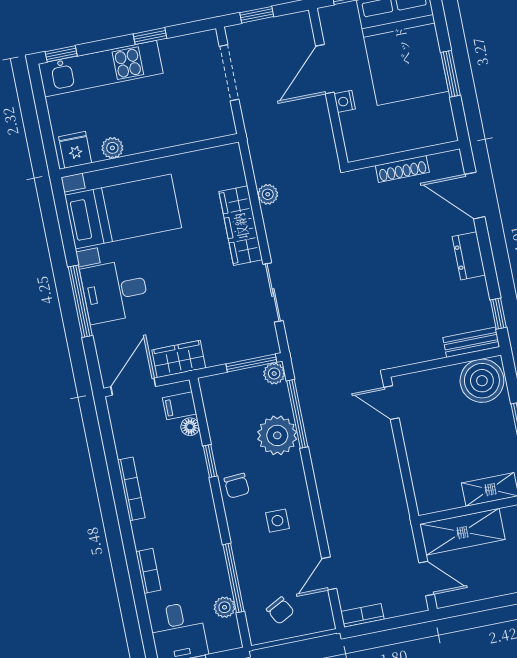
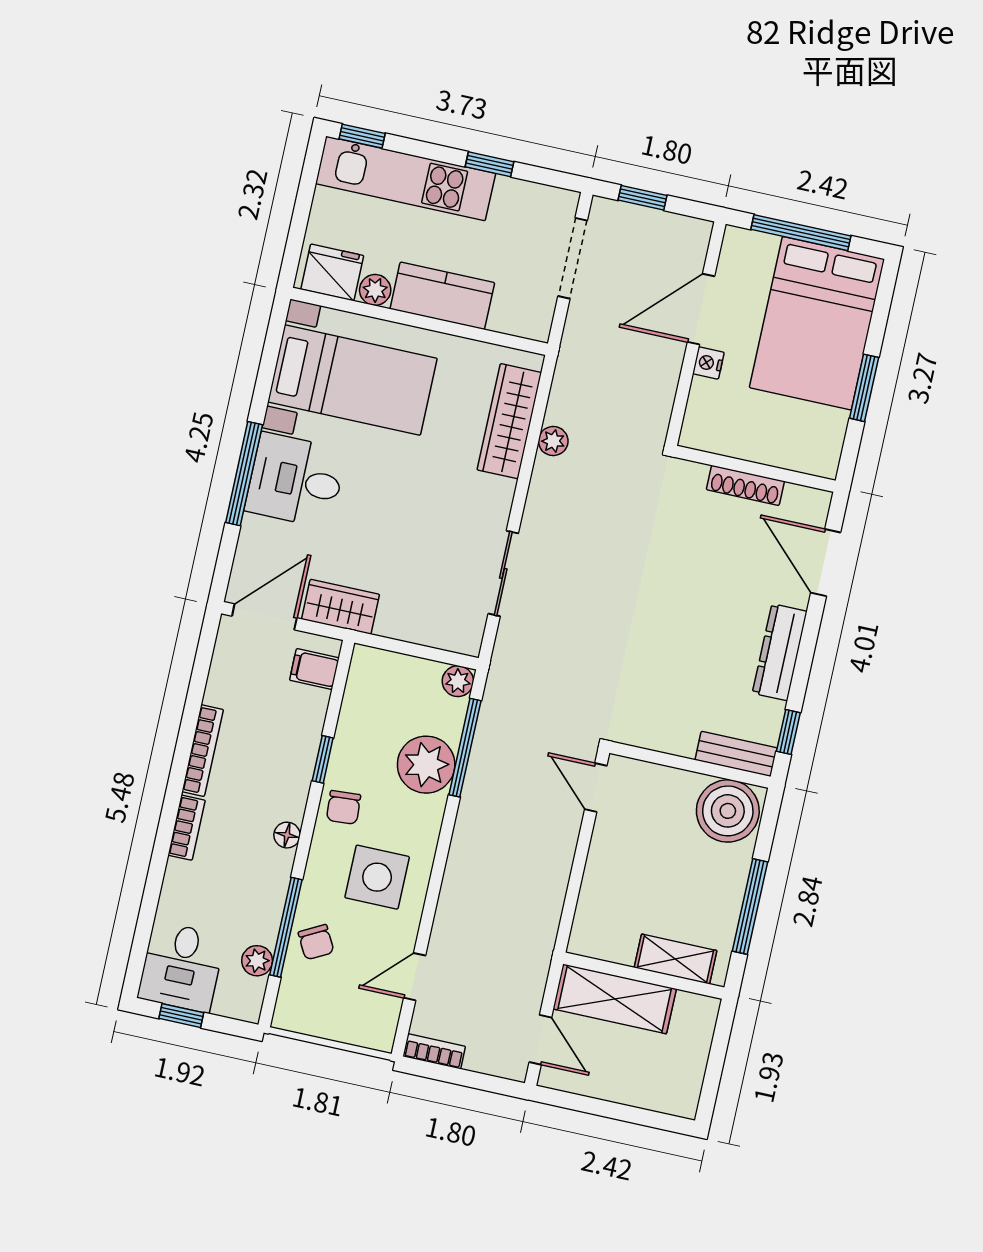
kitchen counter: (157, 133) -> (442, 296), added
fridge: (75, 150) -> (332, 272), width x1.38
wardrobe: (241, 226) -> (509, 421), moved
dresser: (469, 256) -> (780, 652), width x1.44
window: (251, 363) -> (434, 654), removed
floor lamp: (190, 427) -> (287, 835), moved
side table: (277, 521) -> (377, 877), width x1.87, depth x1.87
bookcase: (148, 571) -> (187, 828), moved
chair: (280, 611) -> (316, 942), moved

